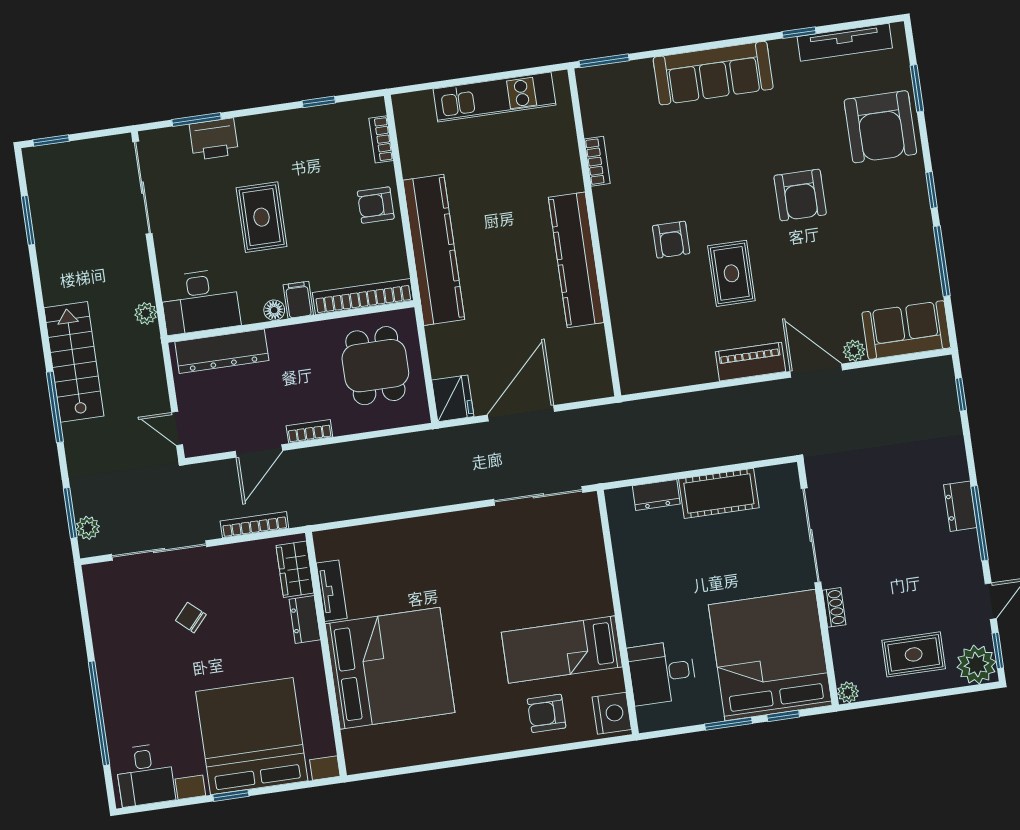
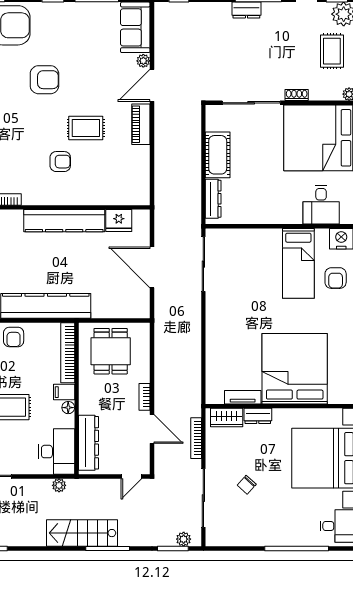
dining table: (375, 366) -> (111, 351), turned 90
fridge: (453, 398) -> (119, 221), moved, turned 180
dresser: (656, 495) -> (213, 199), width x1.44

